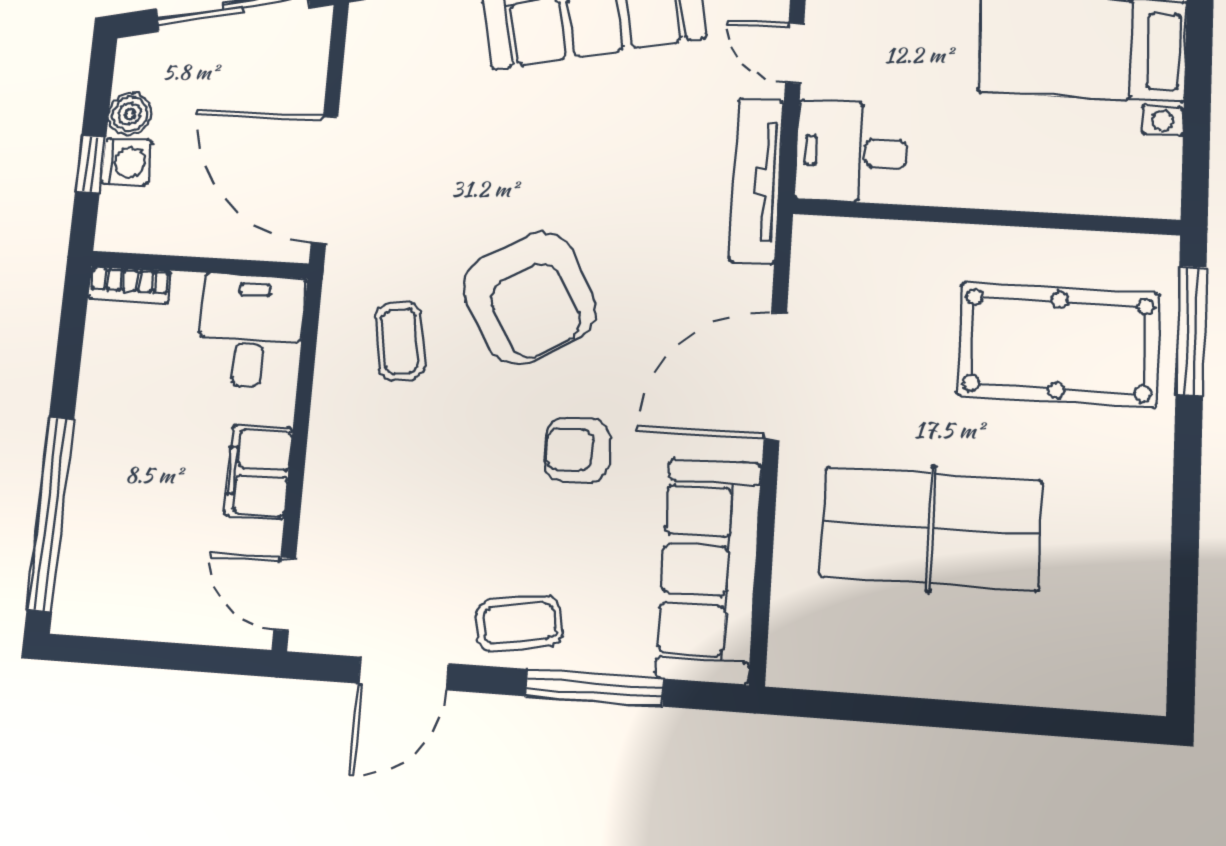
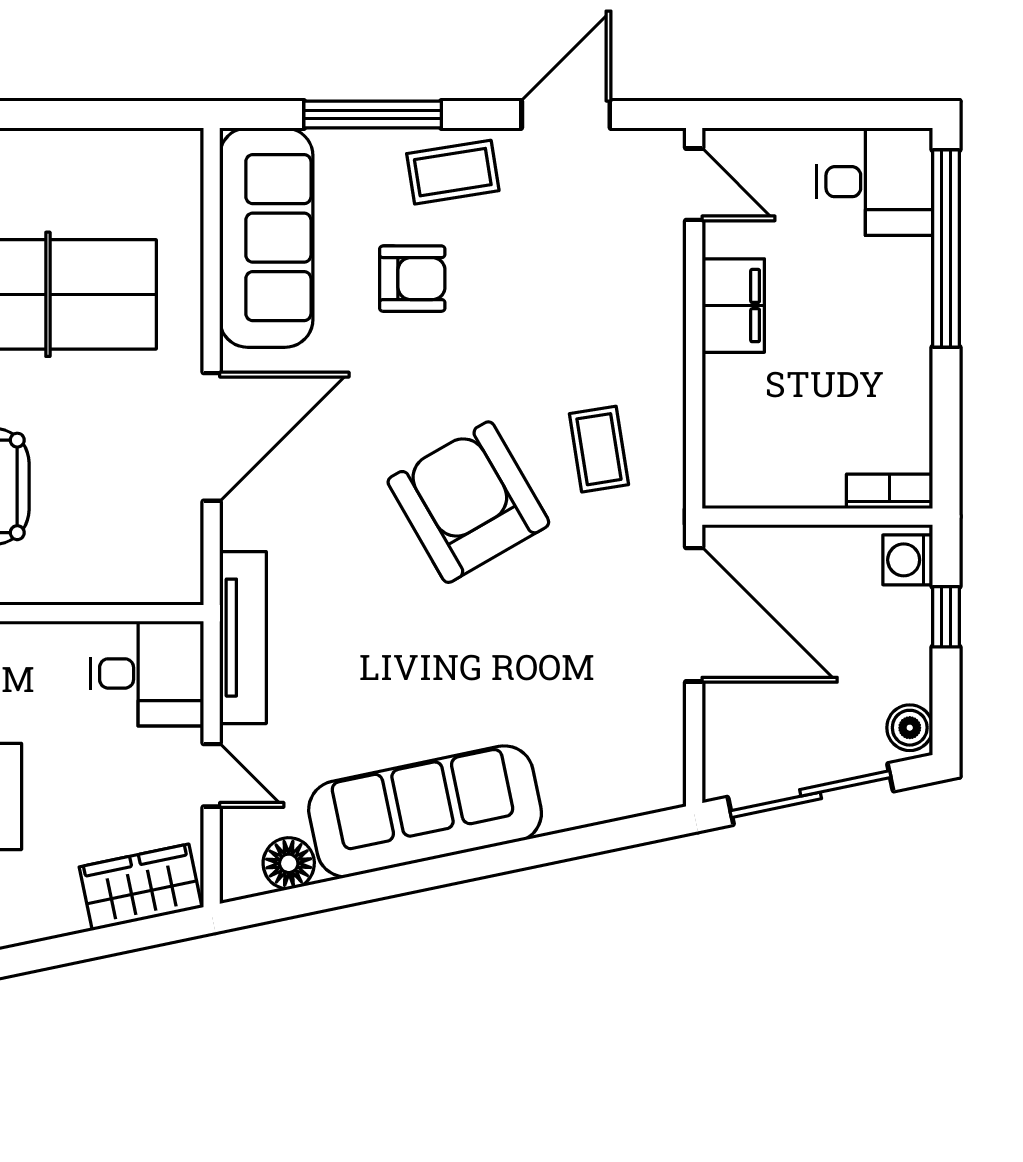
boiler: (130, 114) -> (910, 728), moved
washing machine: (126, 162) -> (908, 560), moved
desk: (251, 331) -> (875, 182), moved, turned -90
armchair: (577, 450) -> (412, 279), moved

